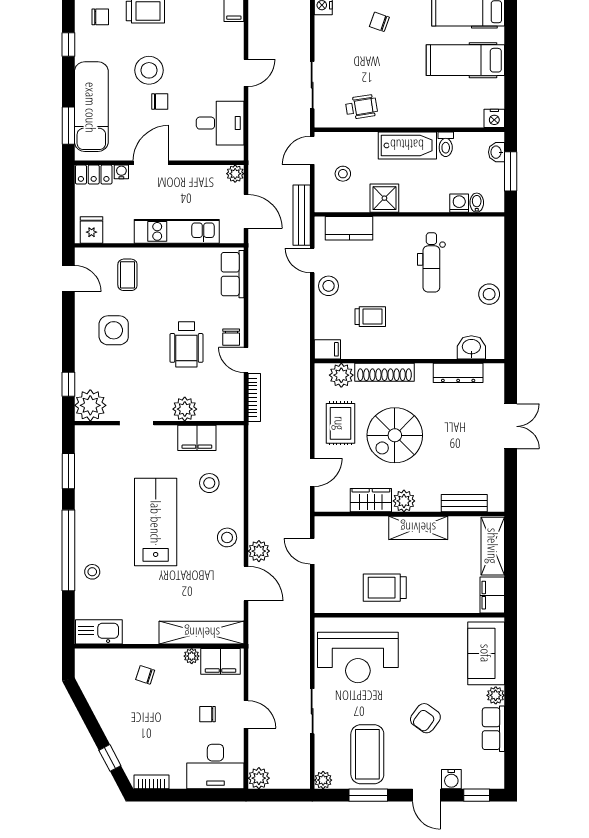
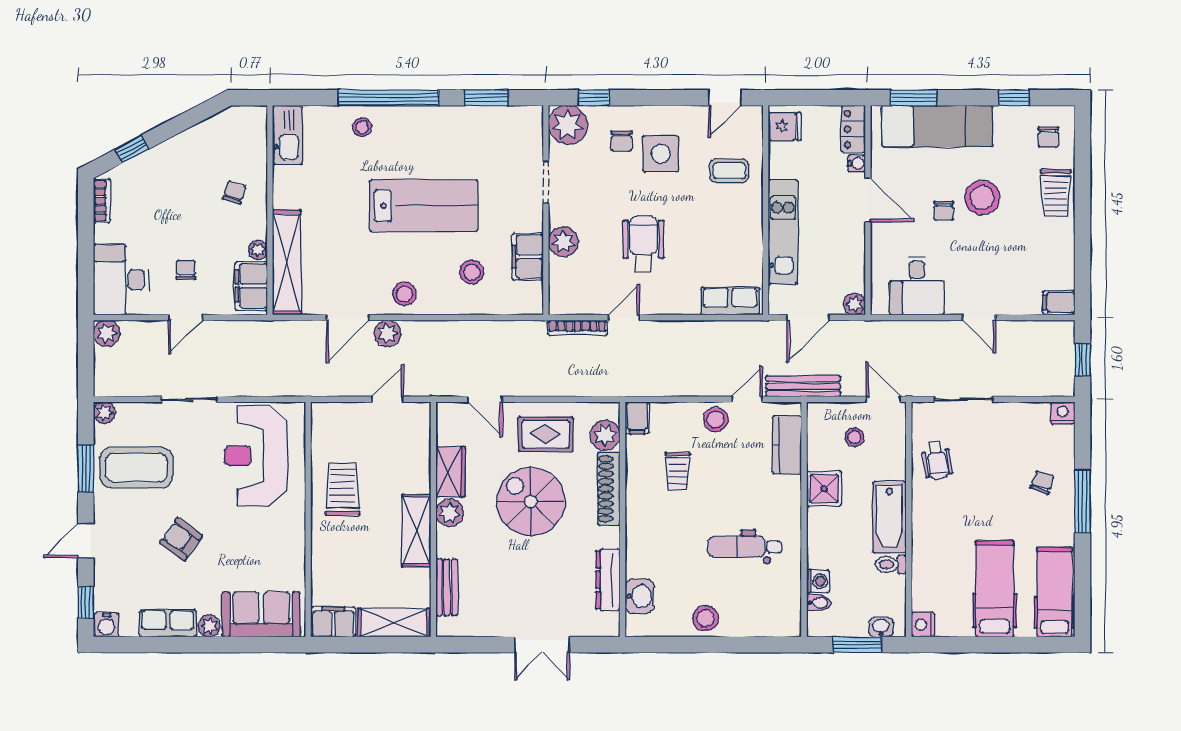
chair: (231, 337) -> (621, 141), moved, turned -90
wheelchair: (186, 344) -> (643, 244), turned 90
water cooler: (451, 779) -> (106, 625), moved, turned -90

